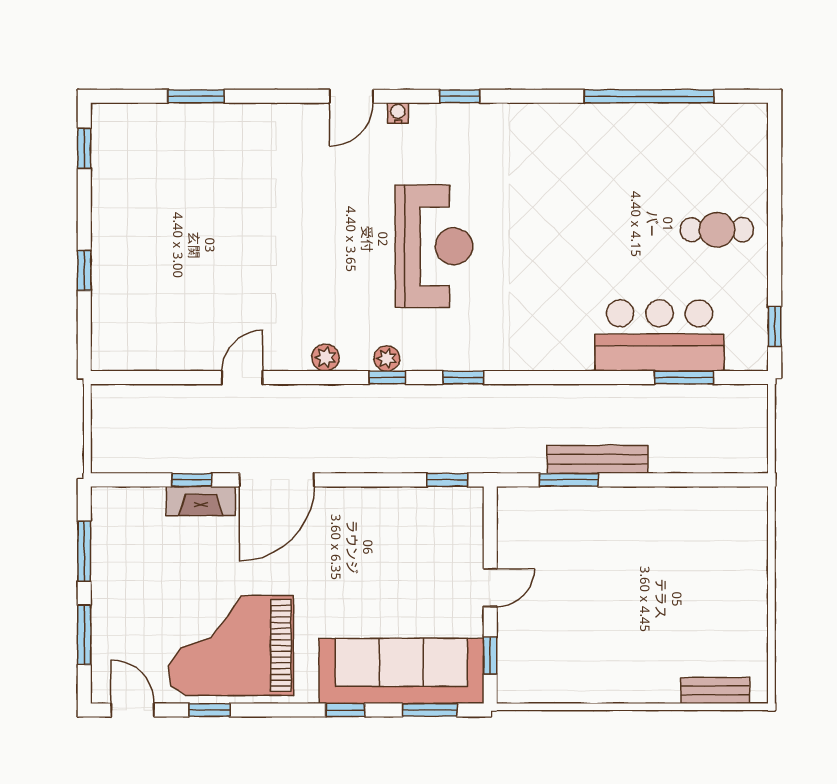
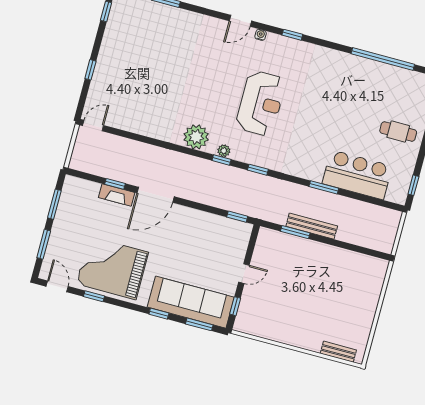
plant: (325, 358) -> (196, 137), width x1.87, depth x1.87
door: (242, 378) -> (93, 126), moved
window: (684, 378) -> (324, 187), moved

